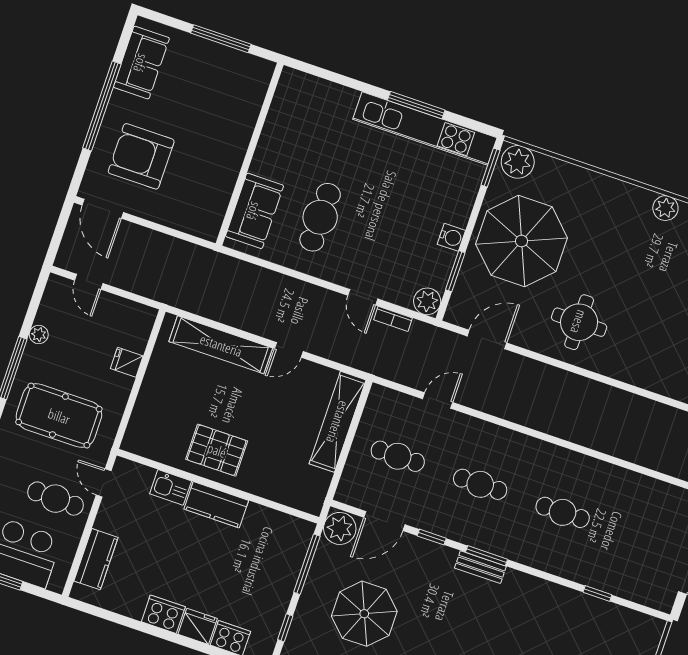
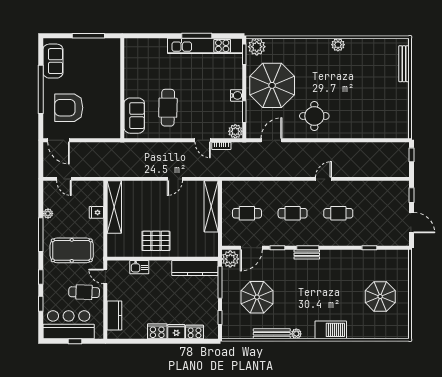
shelving: (221, 345) -> (114, 207), moved, turned 90
door: (438, 401) -> (323, 179), moved
kitchen counter: (216, 505) -> (195, 268), moved, width x1.50

